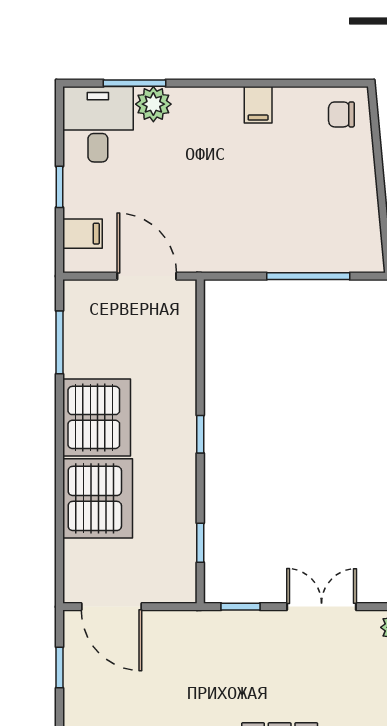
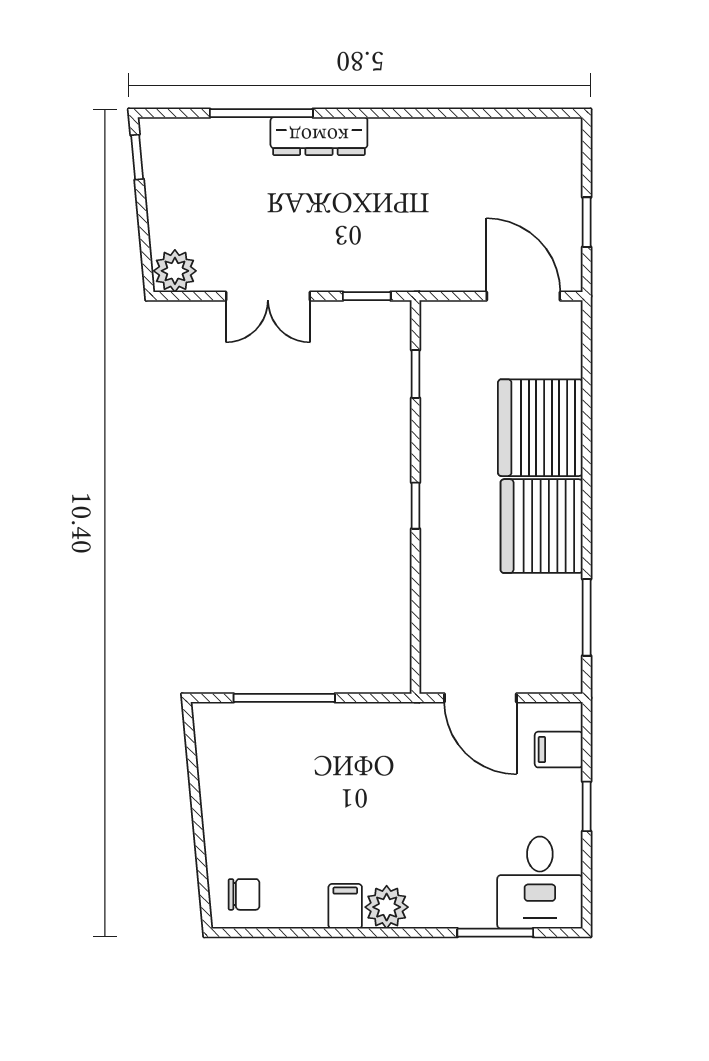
plant: (153, 104) -> (387, 907), moved

